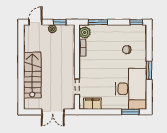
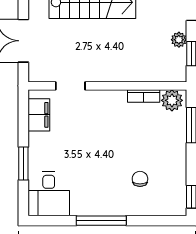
window: (149, 70) -> (101, 221), width x1.44
desk: (131, 89) -> (49, 194), width x0.53, depth x0.77
window: (130, 112) -> (23, 164), moved

